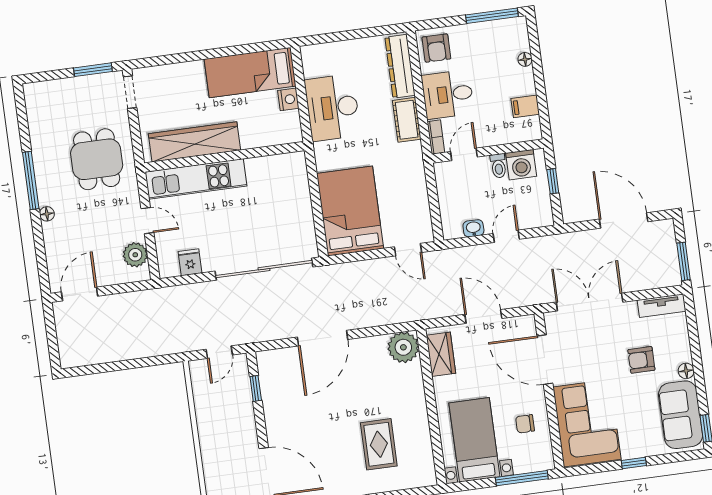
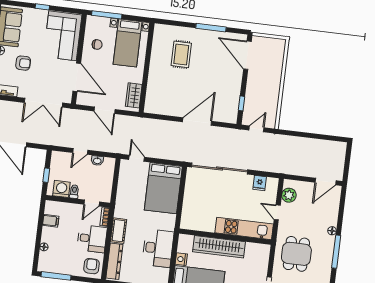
wardrobe: (194, 142) -> (219, 247), moved
plant: (403, 347) -> (153, 105), removed

